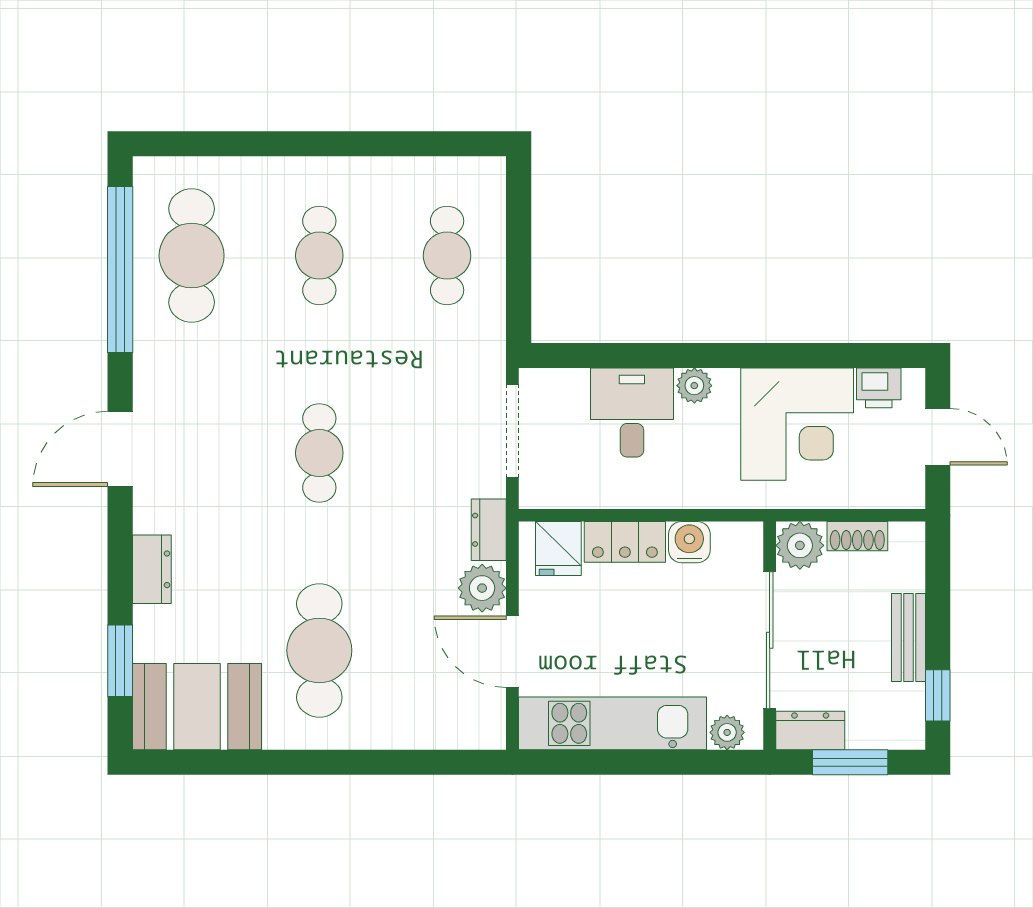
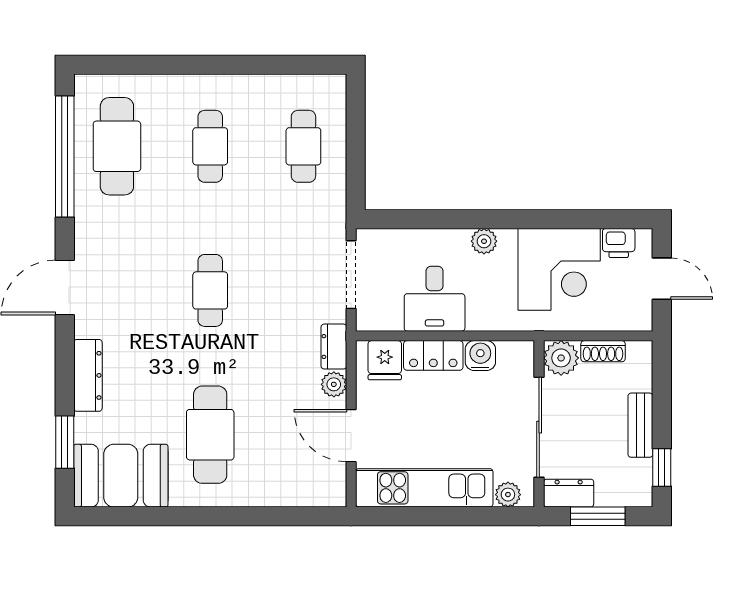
desk: (632, 413) -> (435, 299), moved, turned 180
dresser: (152, 569) -> (88, 375), width x1.44
plant: (482, 588) -> (334, 384), width x0.73, depth x0.73

